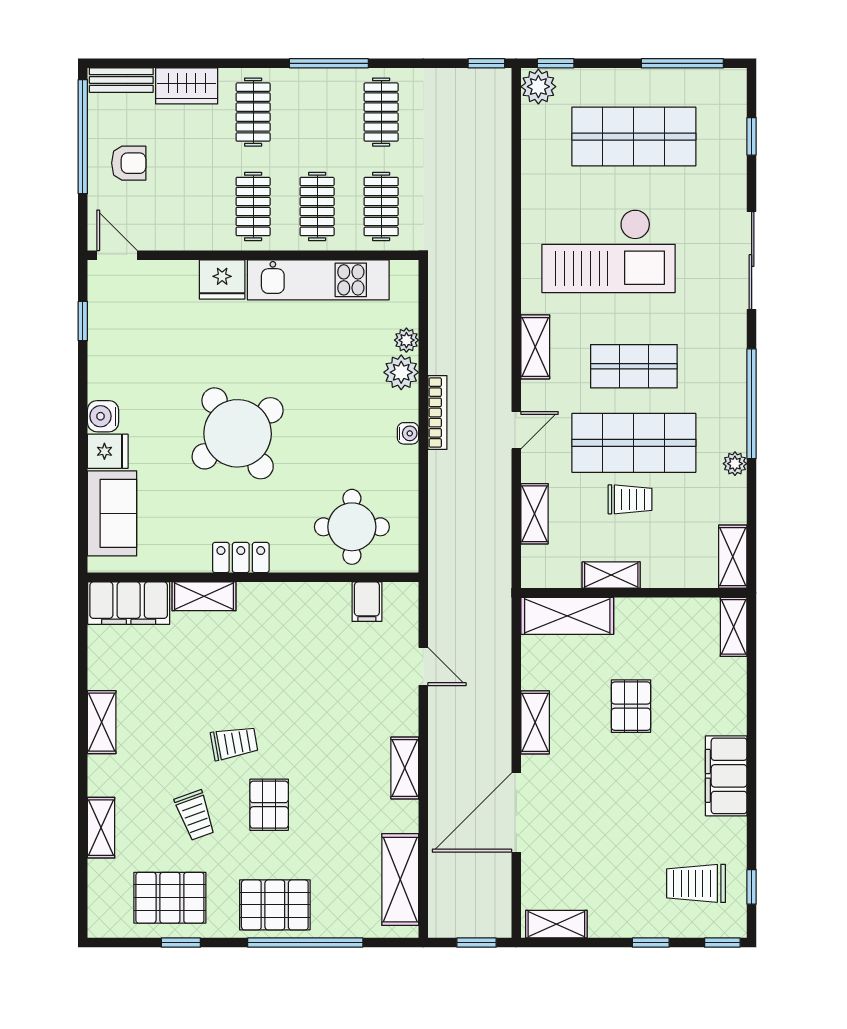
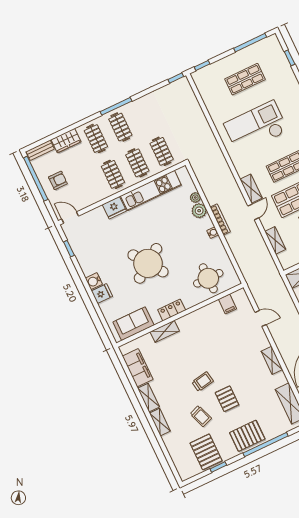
plant: (538, 87) -> (200, 77), removed
clothes rail: (381, 112) -> (120, 127), moved
shop shelf: (634, 137) -> (245, 79), width x0.70, depth x0.74
checkout: (609, 251) -> (256, 127), turned 180
shelving: (535, 347) -> (251, 189), moved
sofa: (112, 513) -> (133, 324), moved, turned -90
filing cabinet: (129, 603) -> (138, 368), moved, turned -90
shelving: (101, 828) -> (160, 422), moved
pallet: (170, 898) -> (206, 452), turned 90

